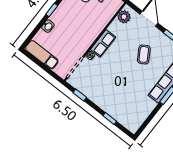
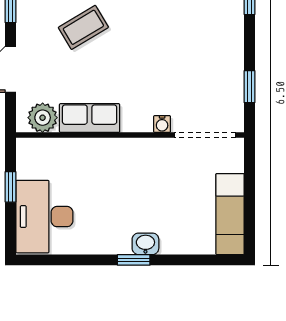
washbasin: (48, 26) -> (145, 244), moved
row of seats: (103, 43) -> (90, 118), moved

